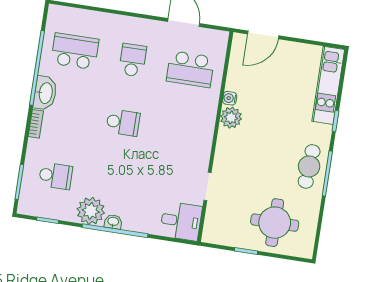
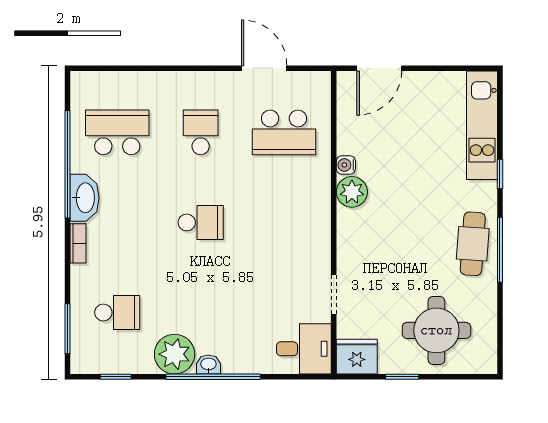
fridge: (217, 232) -> (357, 357), added

